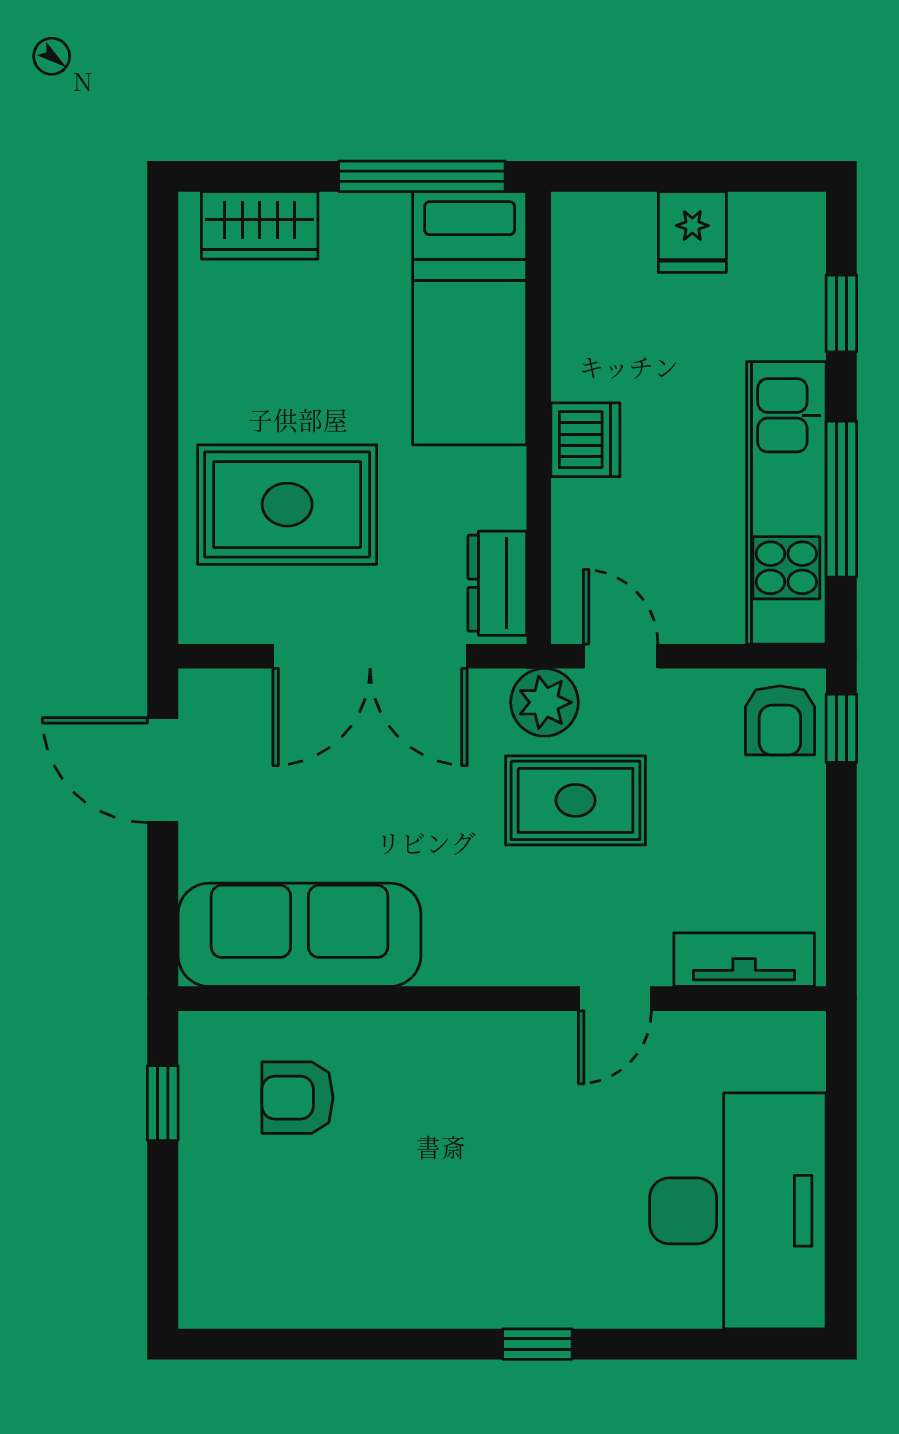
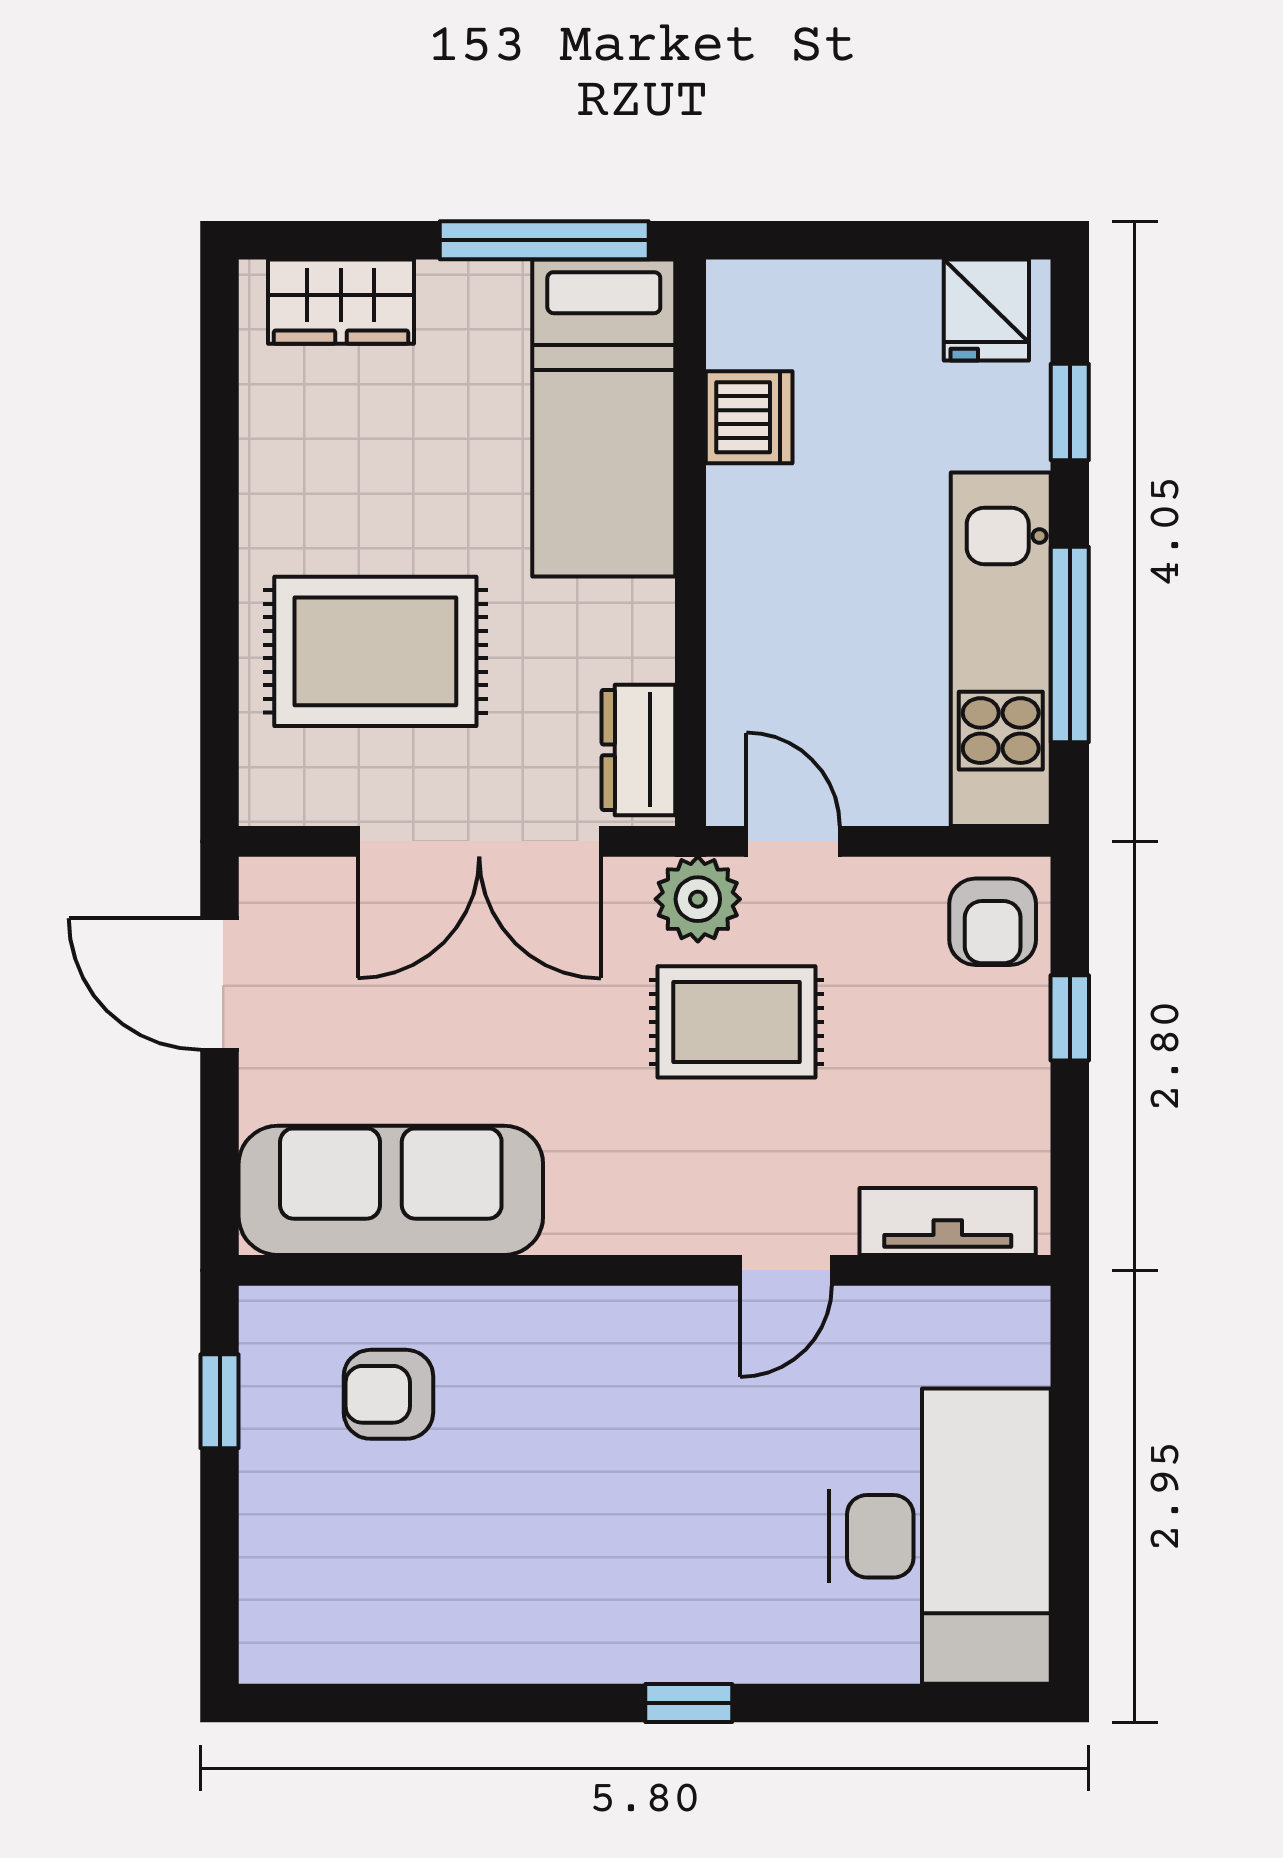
fridge: (692, 232) -> (986, 310), moved
dishwasher: (585, 440) -> (749, 417), moved
window: (841, 728) -> (1070, 1018), moved

